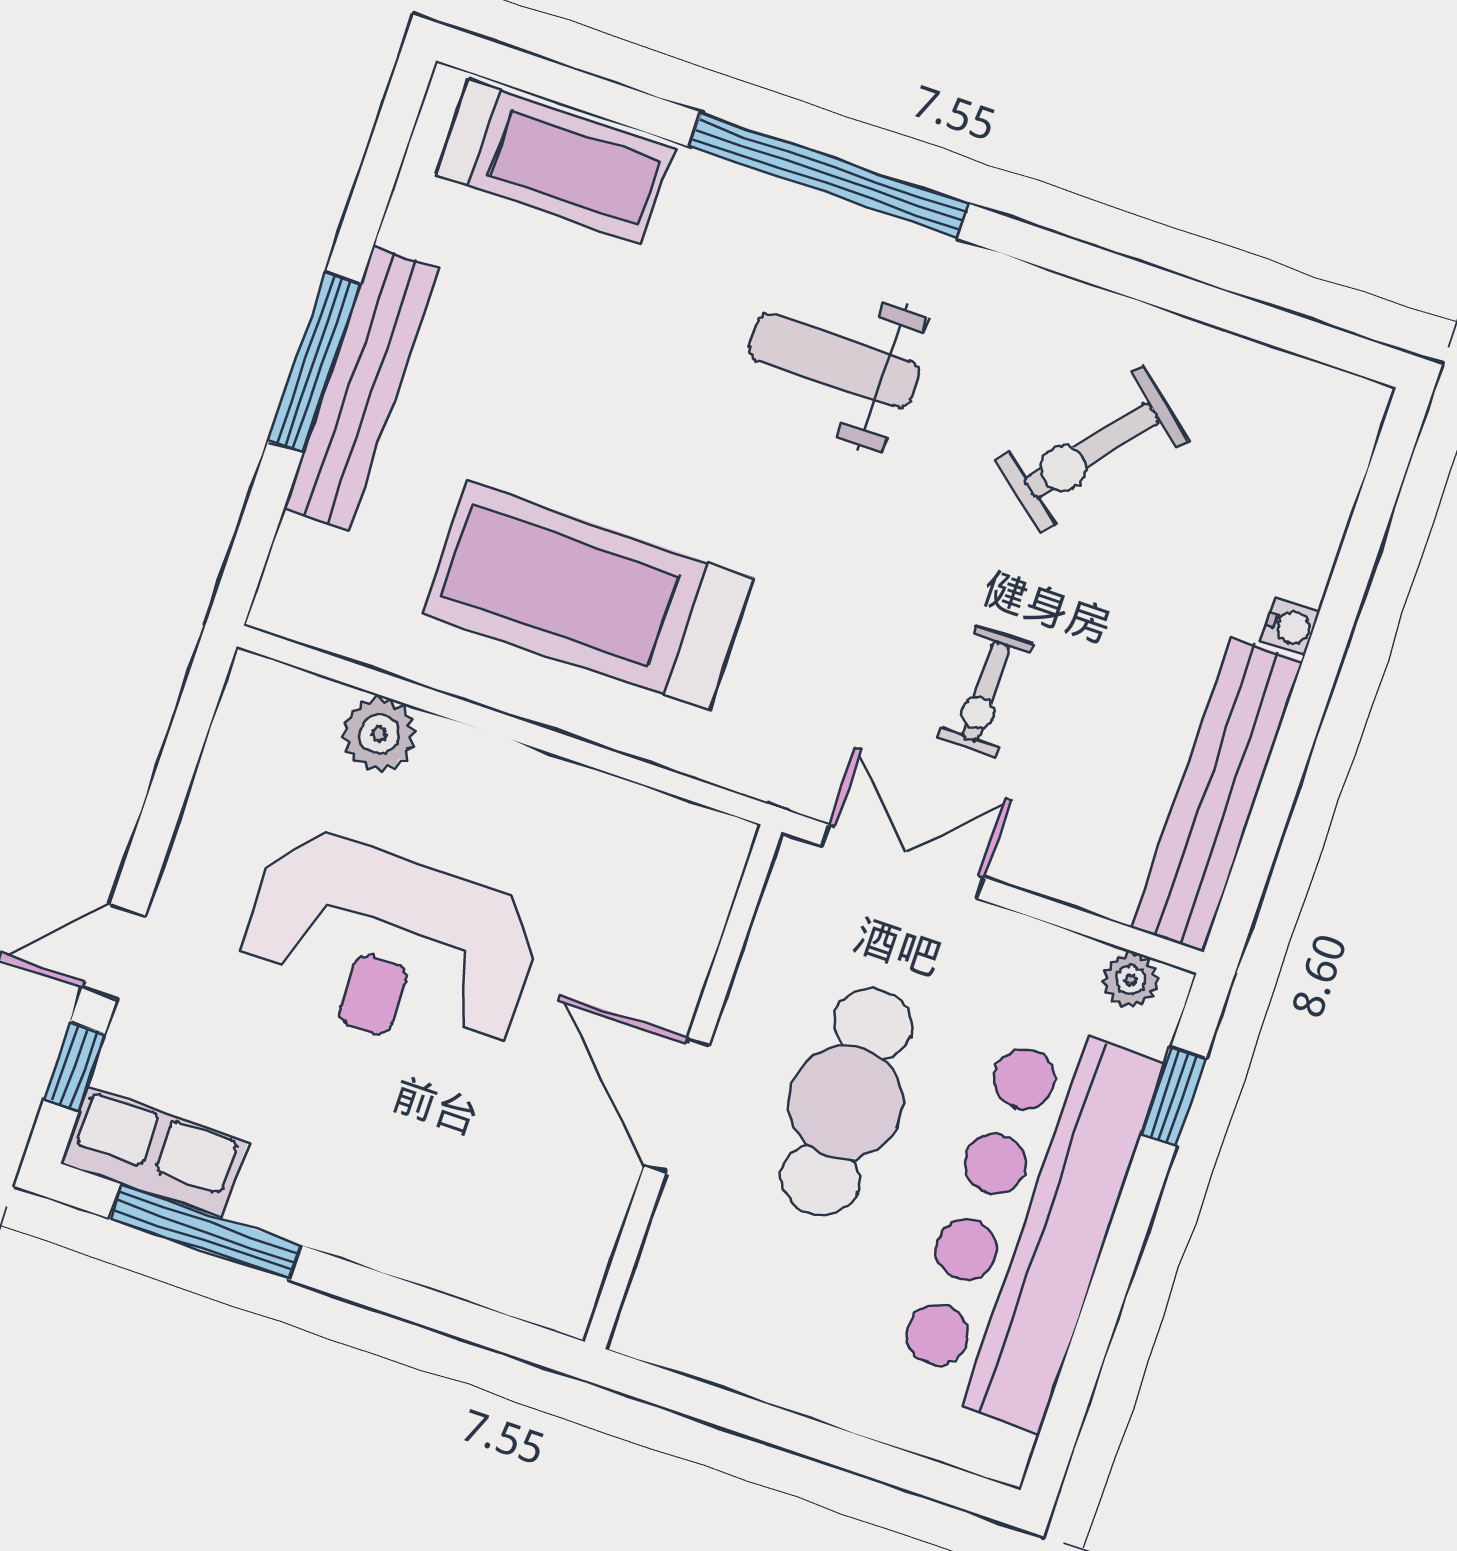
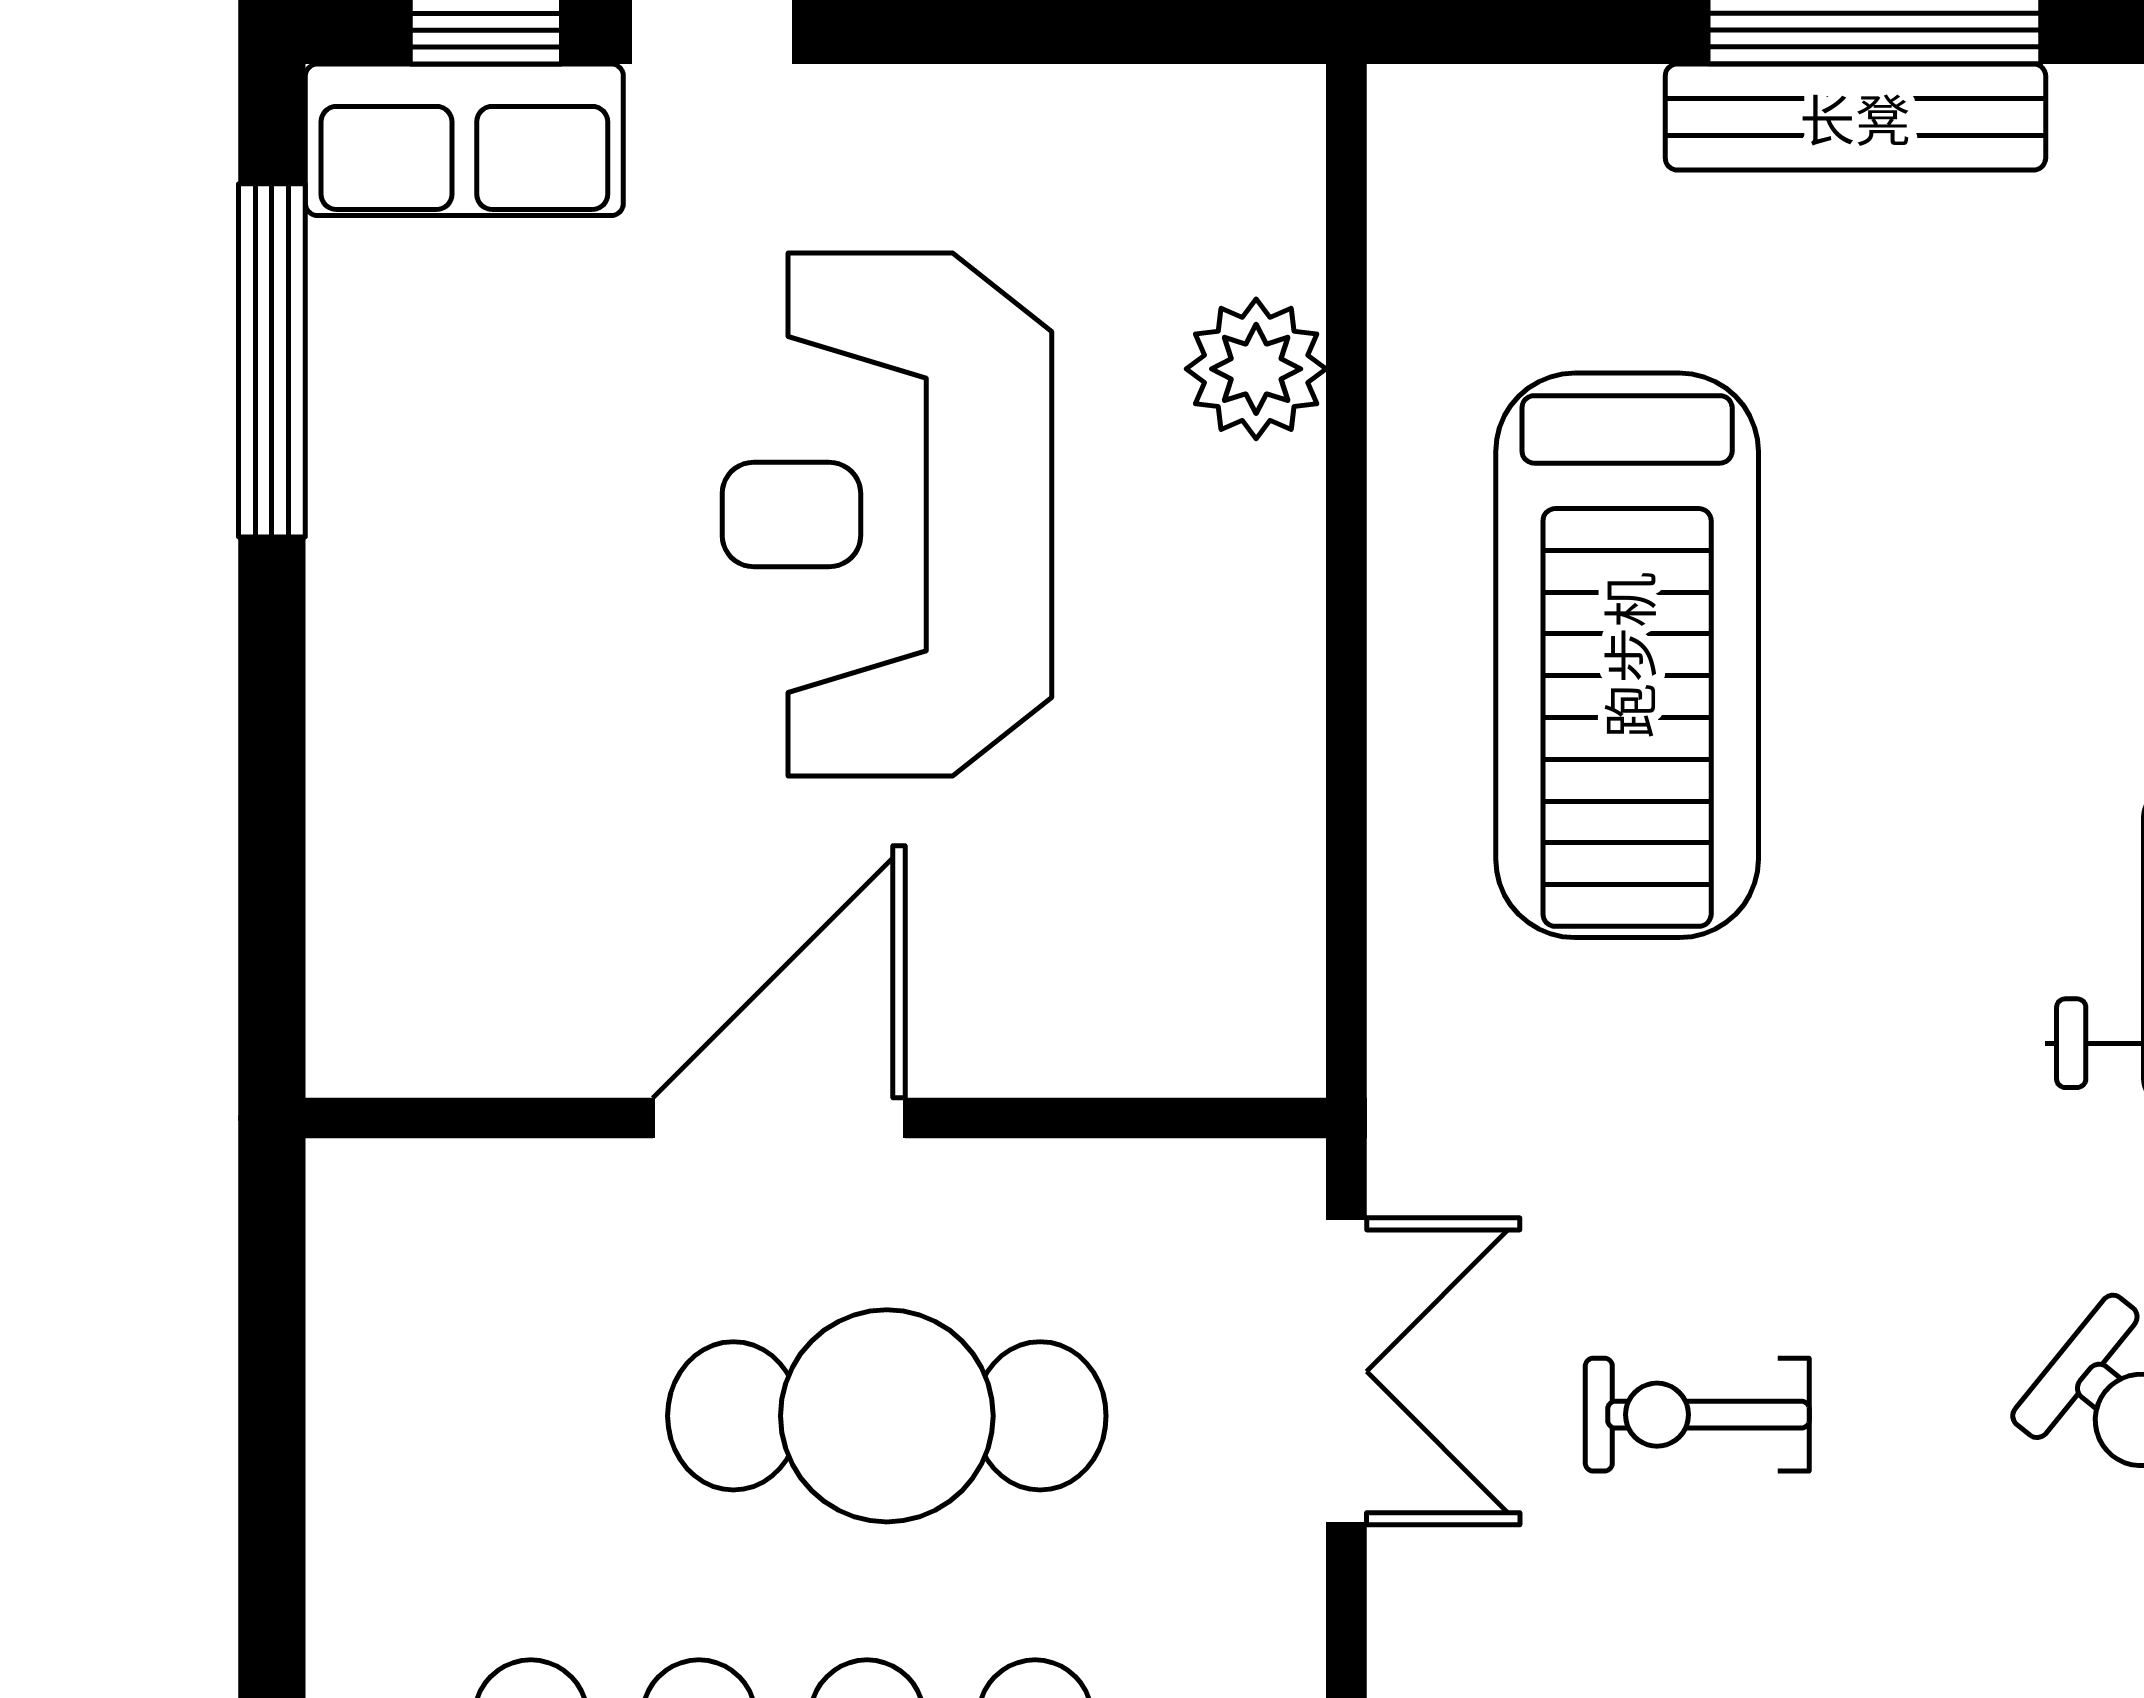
bench: (361, 389) -> (1855, 117), width x0.73, depth x0.82
treadmill: (588, 596) -> (1627, 655), turned 180
row of seats: (154, 1152) -> (464, 140), moved, turned 90

